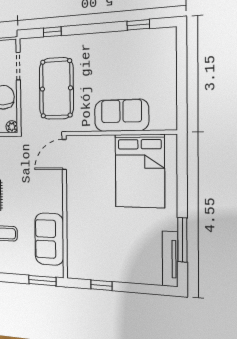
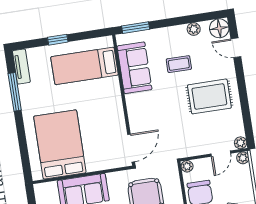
bed: (100, 252) -> (85, 66), added
tv unit: (170, 259) -> (21, 66), width x0.71
window: (101, 285) -> (58, 40), moved

